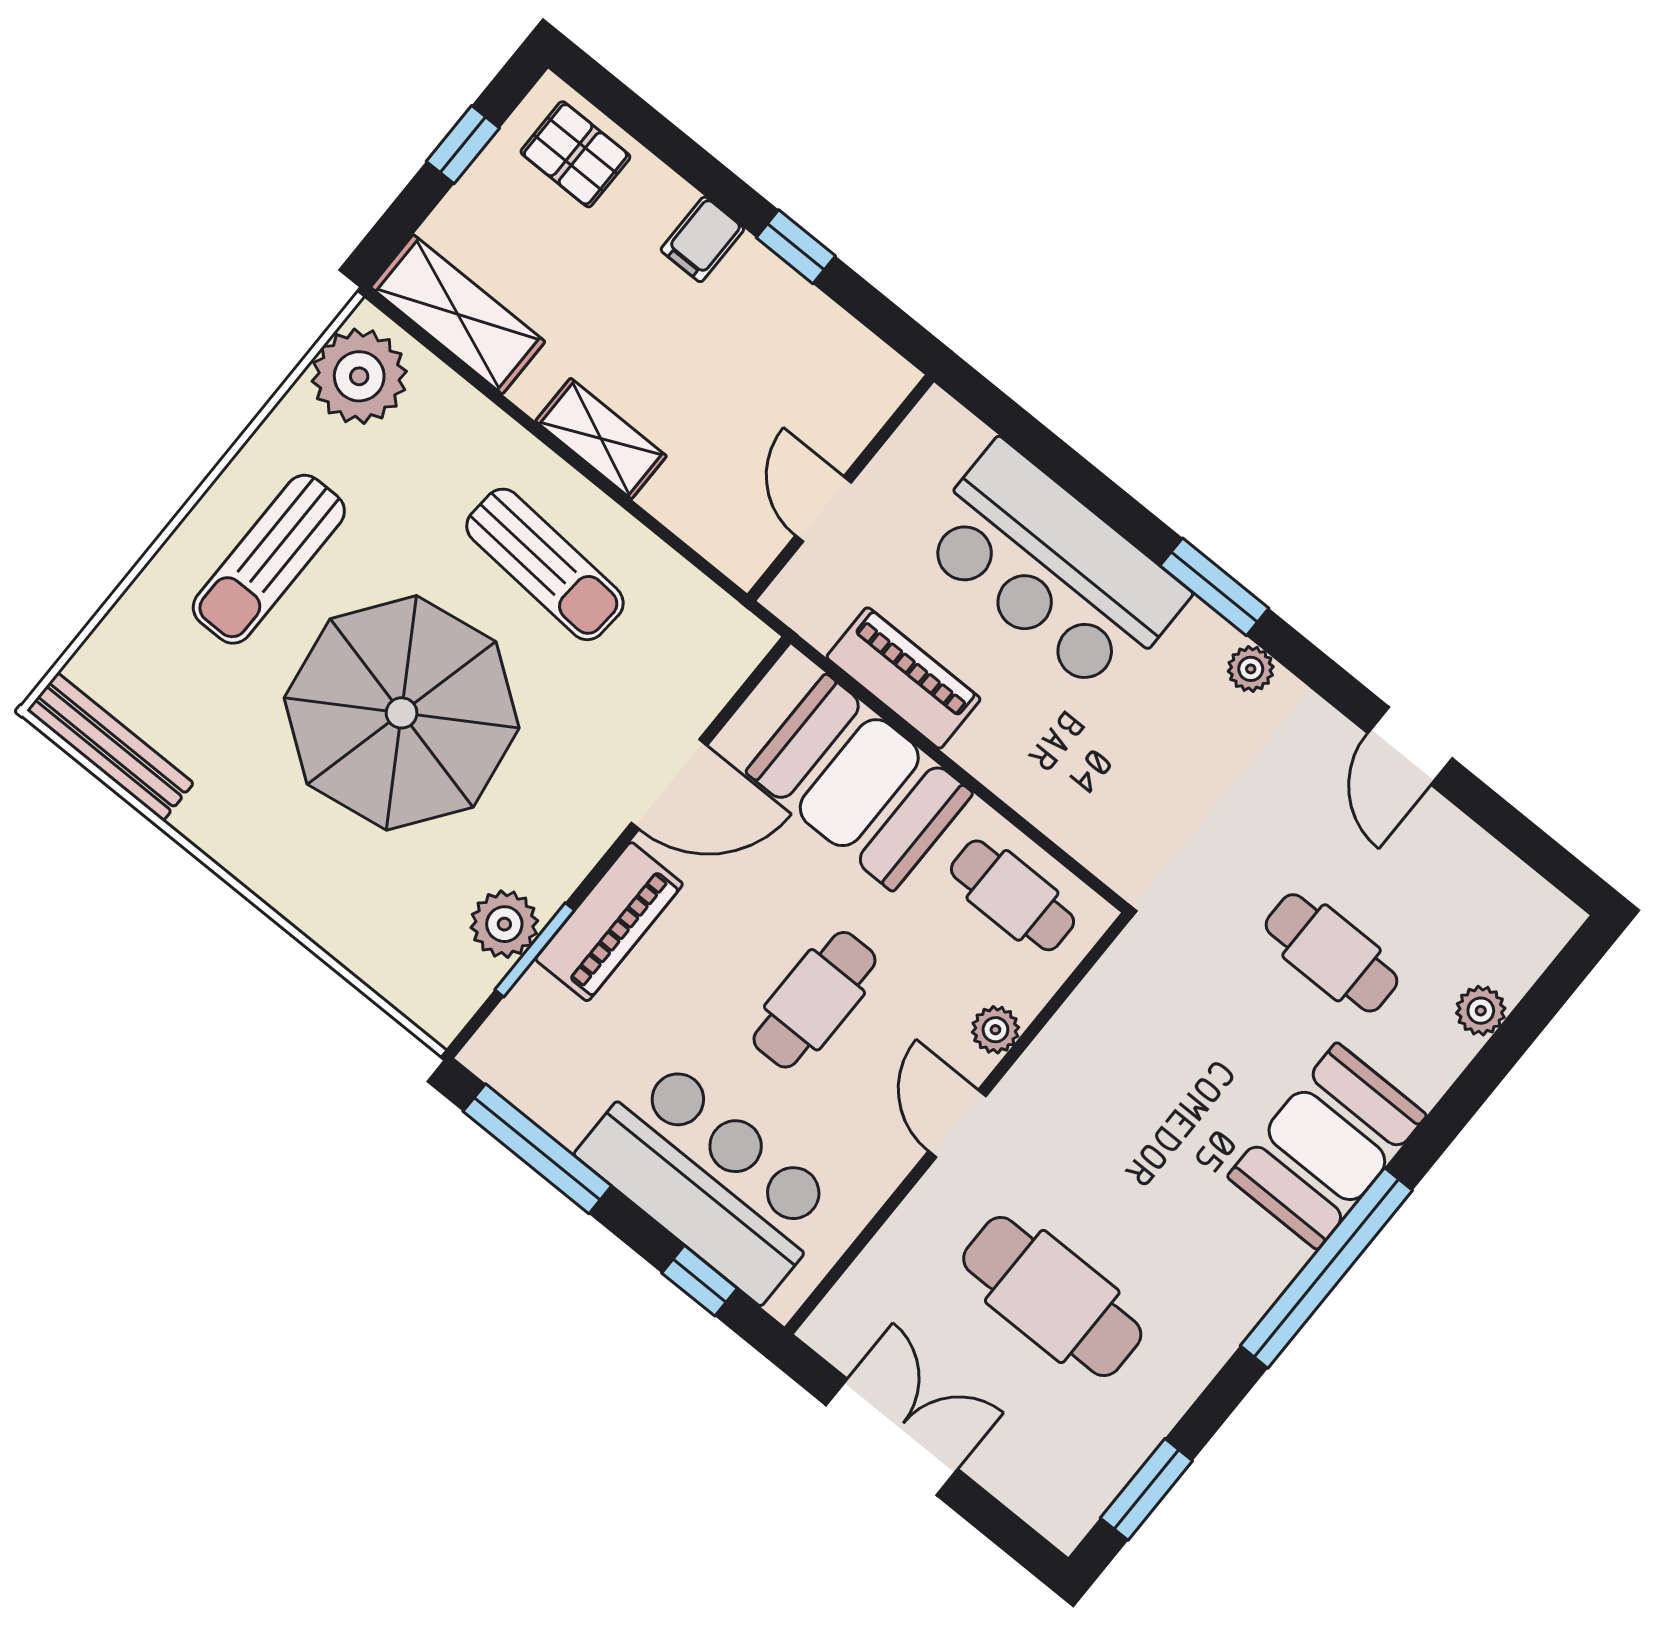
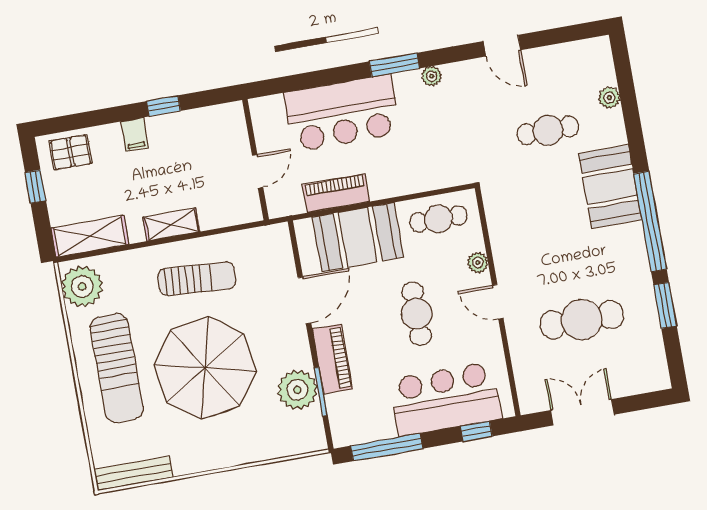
door: (823, 509) -> (258, 171), swing flipped
sun lounger: (269, 559) -> (117, 368), width x1.36, depth x1.34
plant: (504, 924) -> (297, 390), width x1.36, depth x1.36
window: (1146, 1489) -> (665, 305), moved

